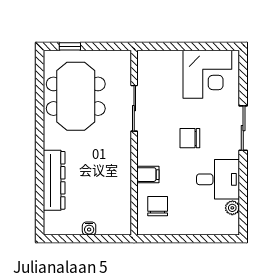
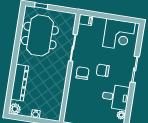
filing cabinet: (148, 175) -> (86, 20), moved
chair: (158, 206) -> (82, 73), moved
plant: (53, 226) -> (15, 109), added

